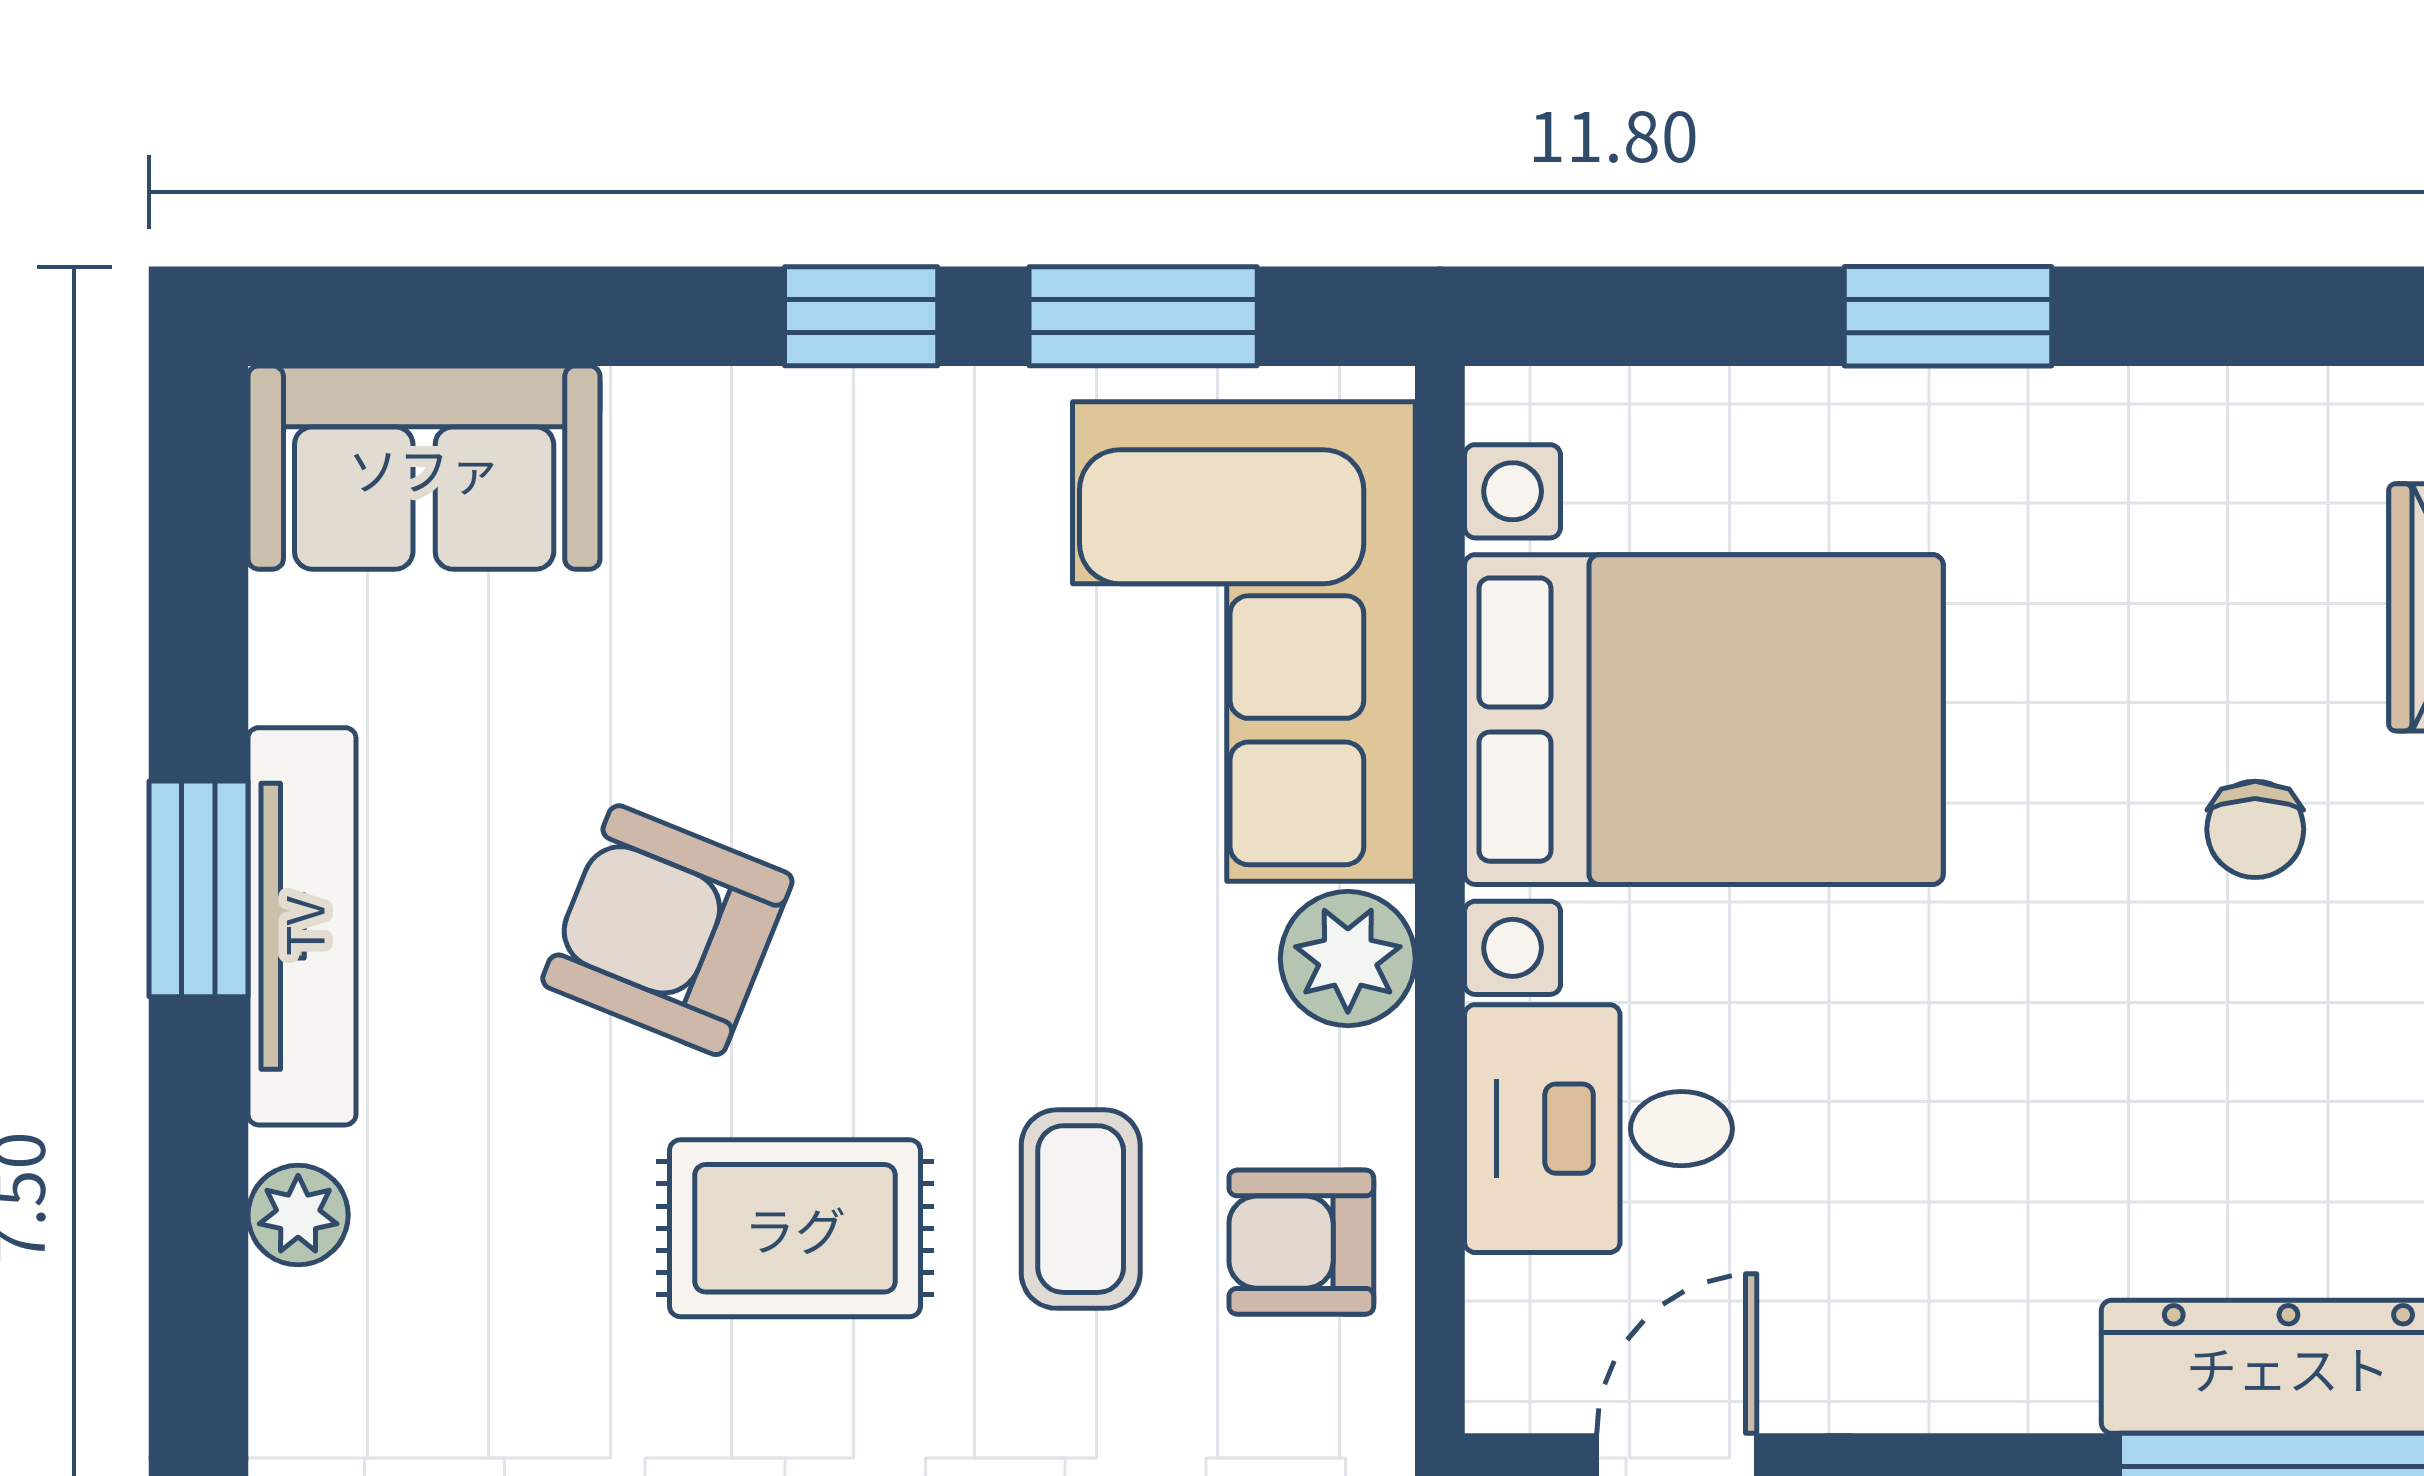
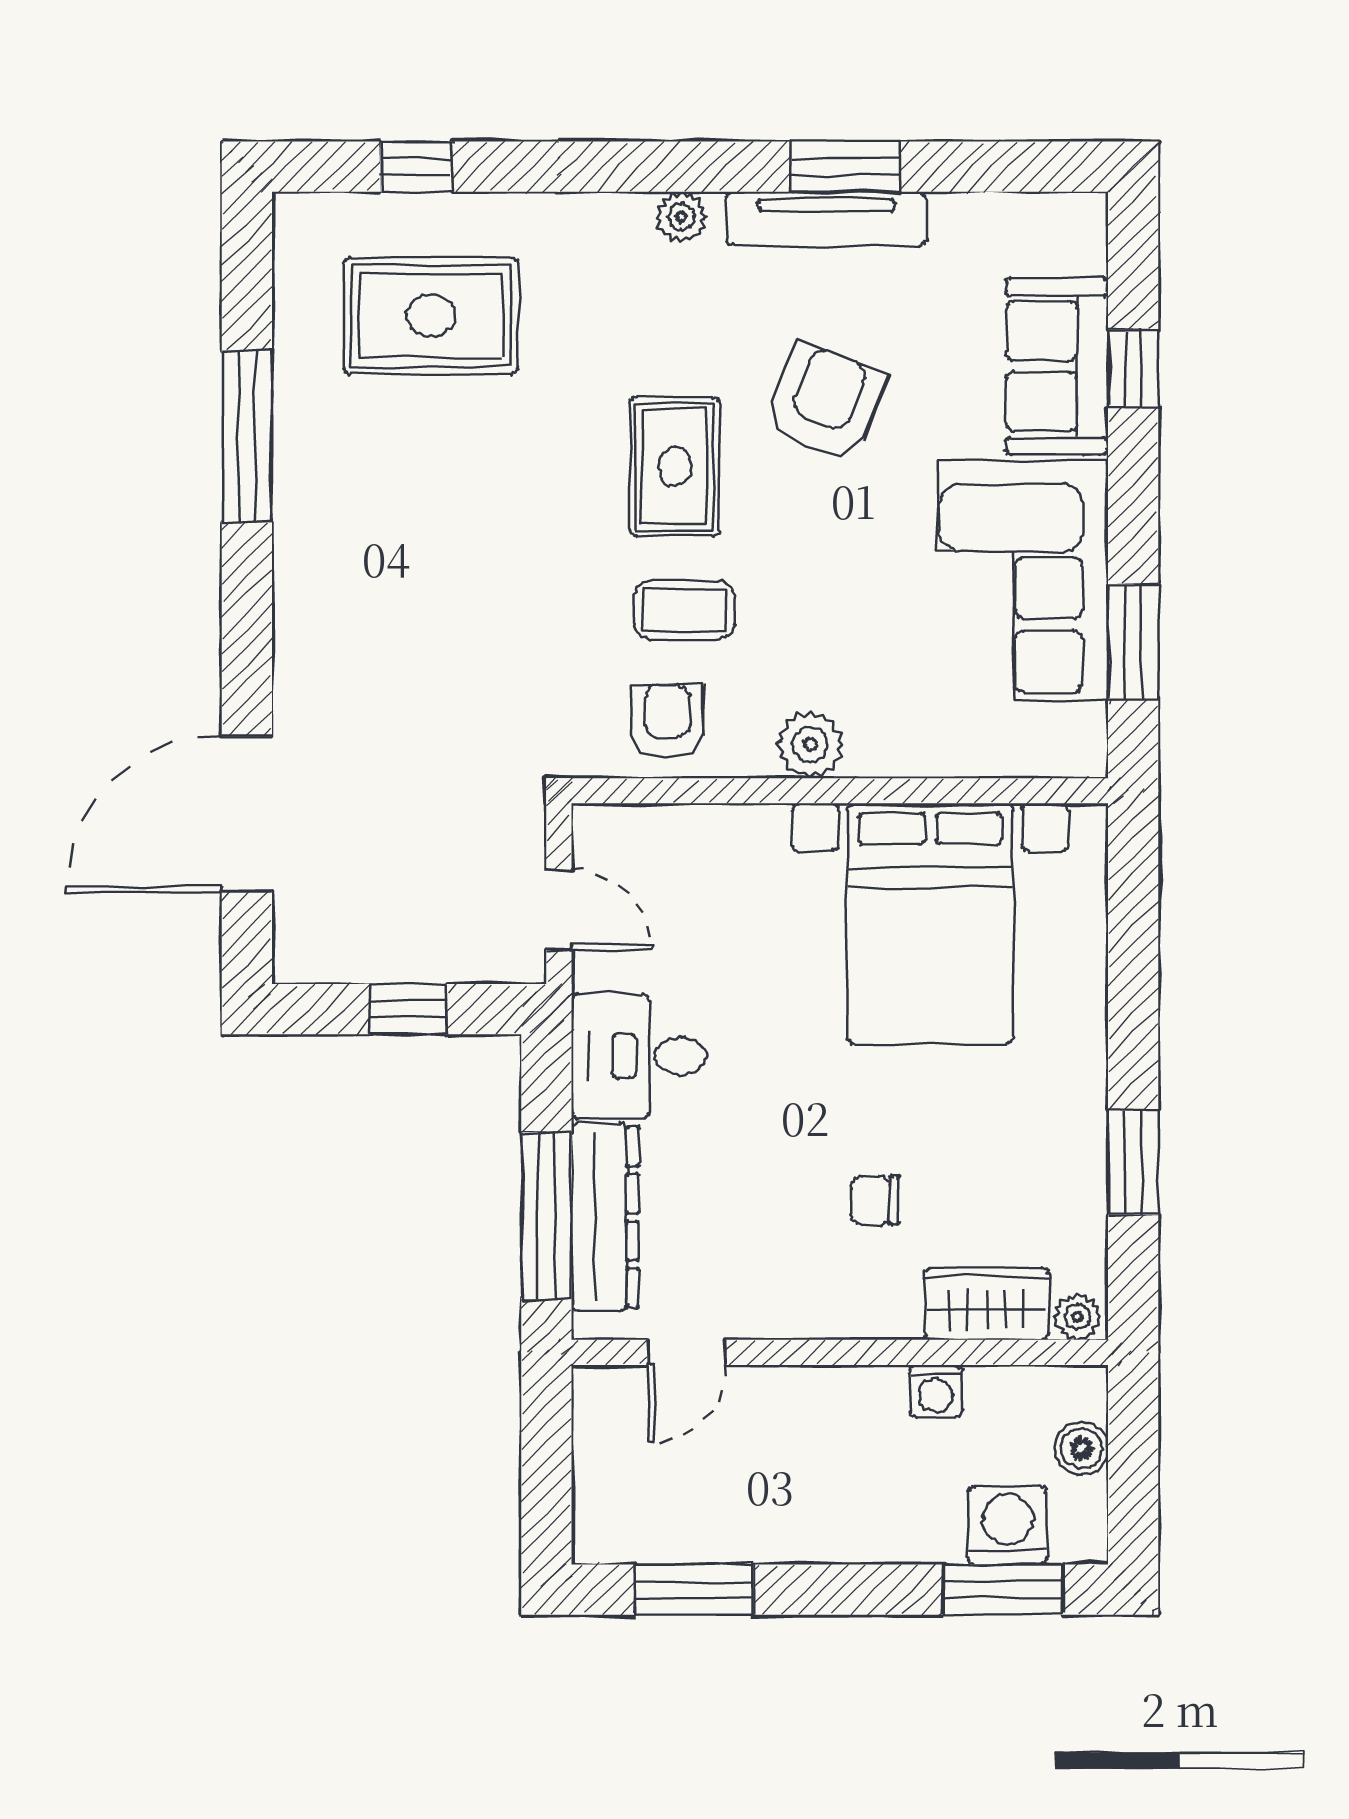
window: (861, 316) -> (1133, 368), moved
window: (1948, 316) -> (1133, 1162), moved
sofa: (424, 468) -> (1057, 366), moved
corner sofa: (1244, 641) -> (1022, 580), moved, turned -90
desk: (1598, 1129) -> (639, 1056), moved, turned -90

